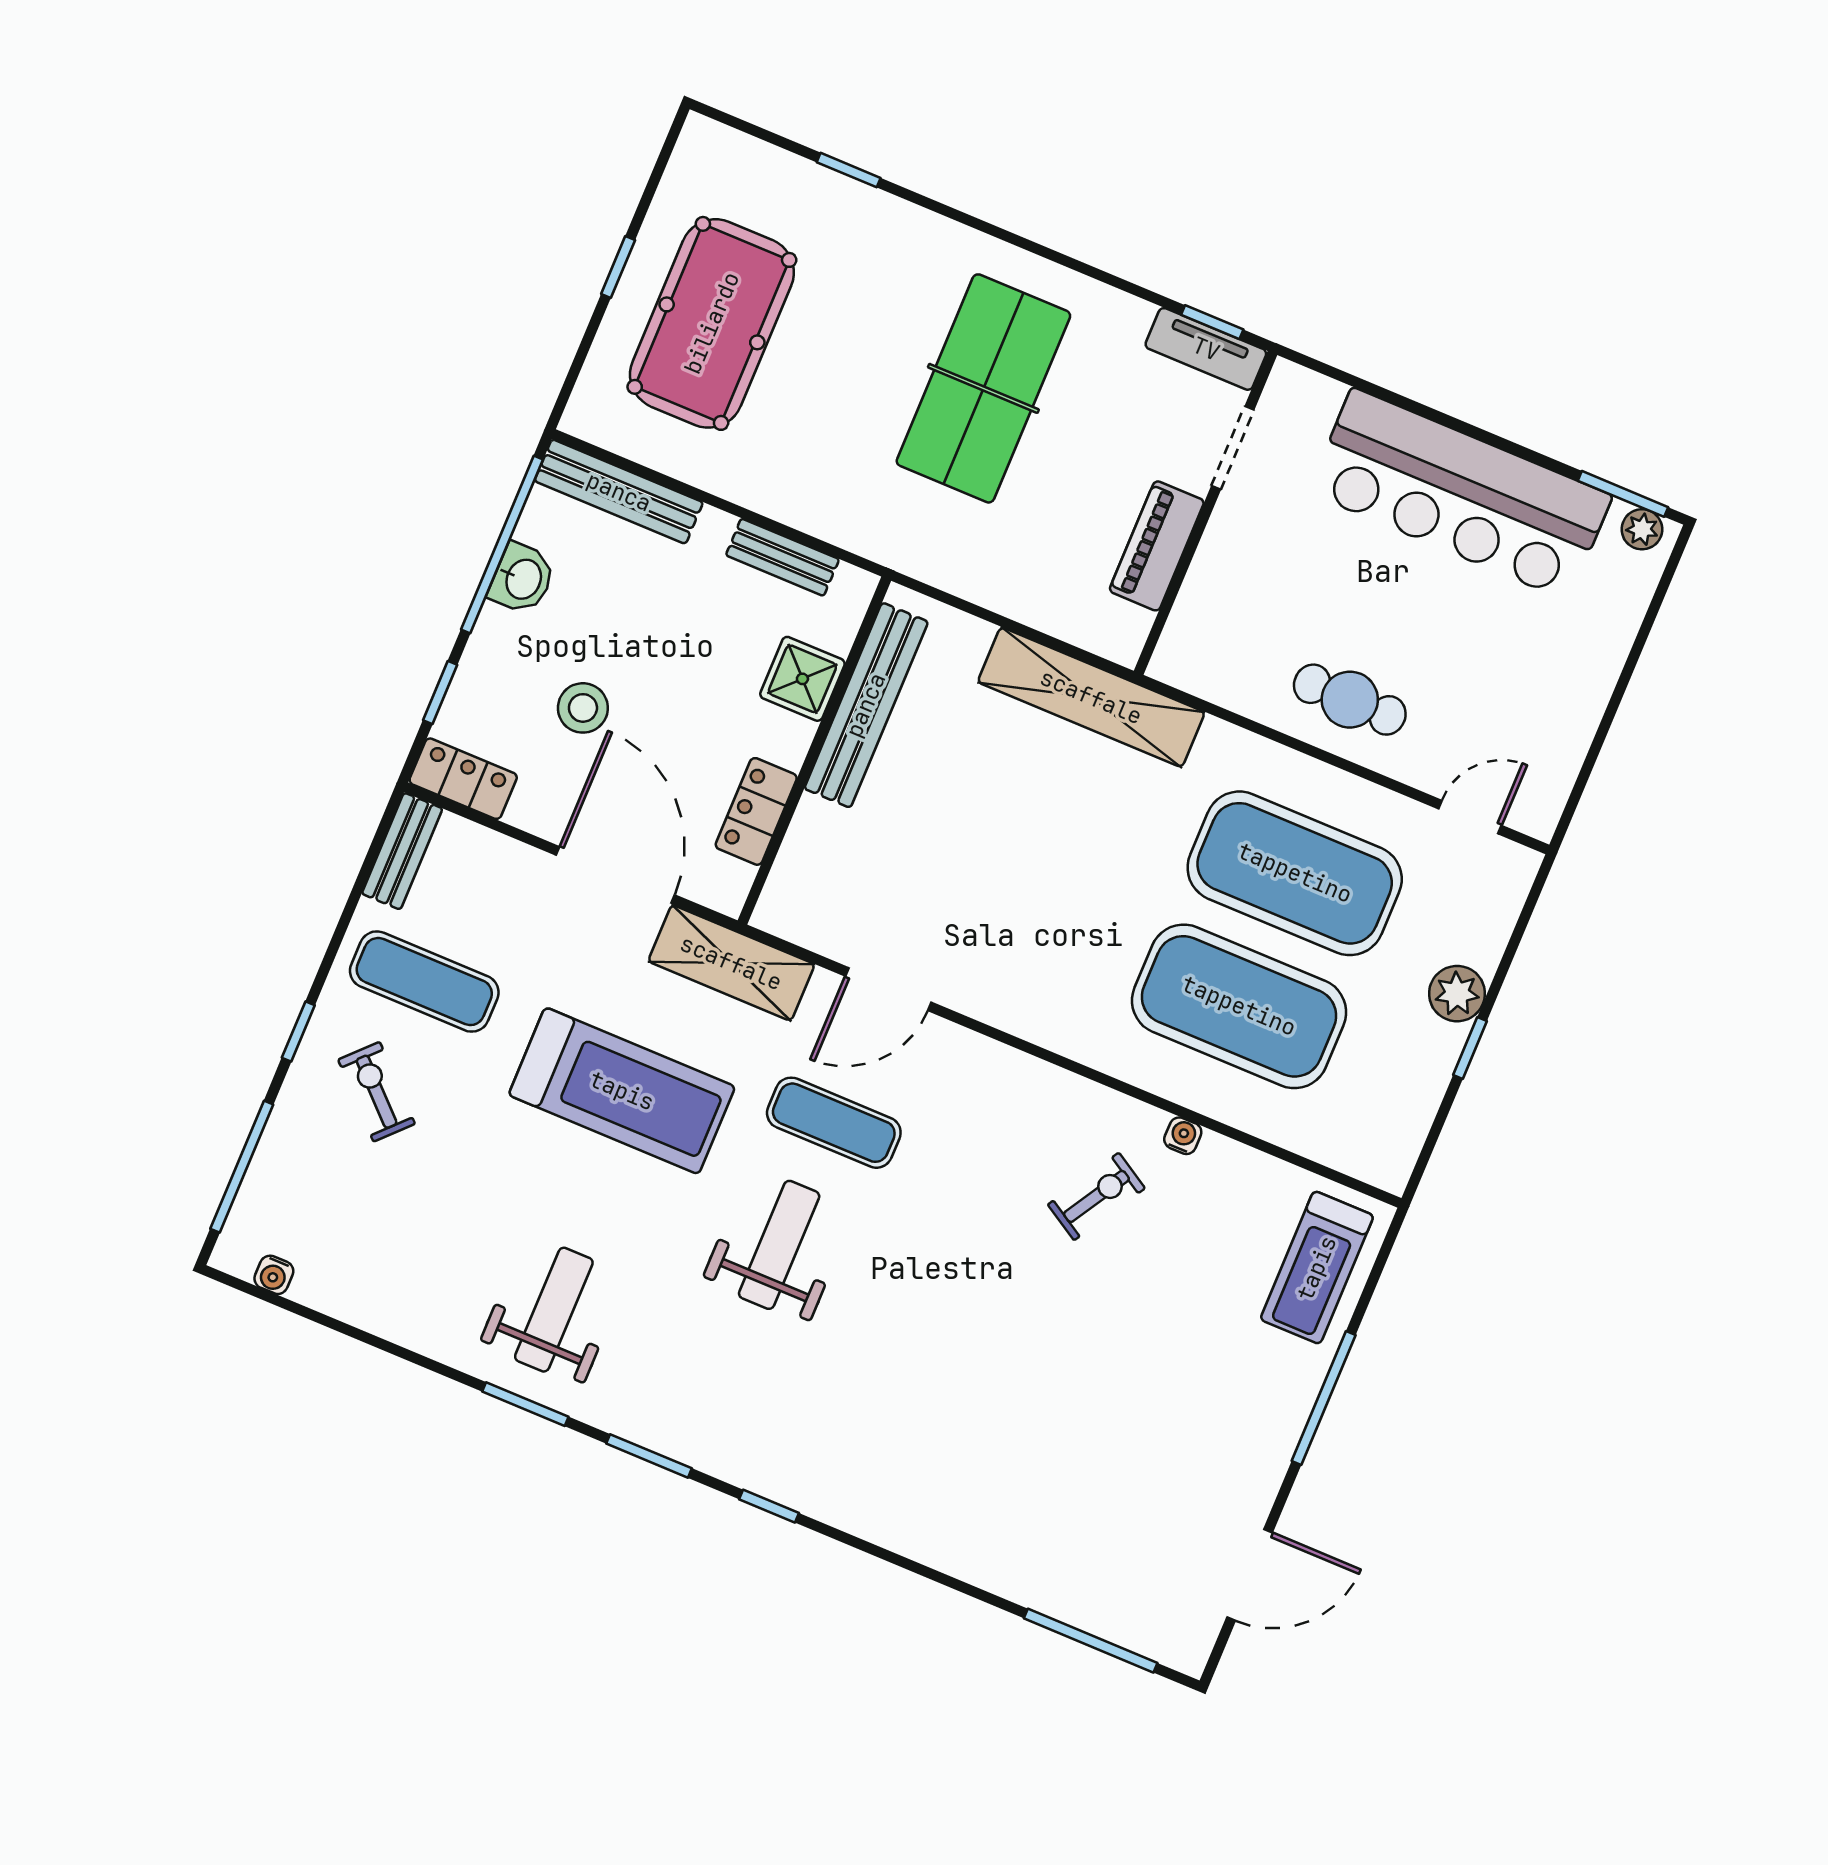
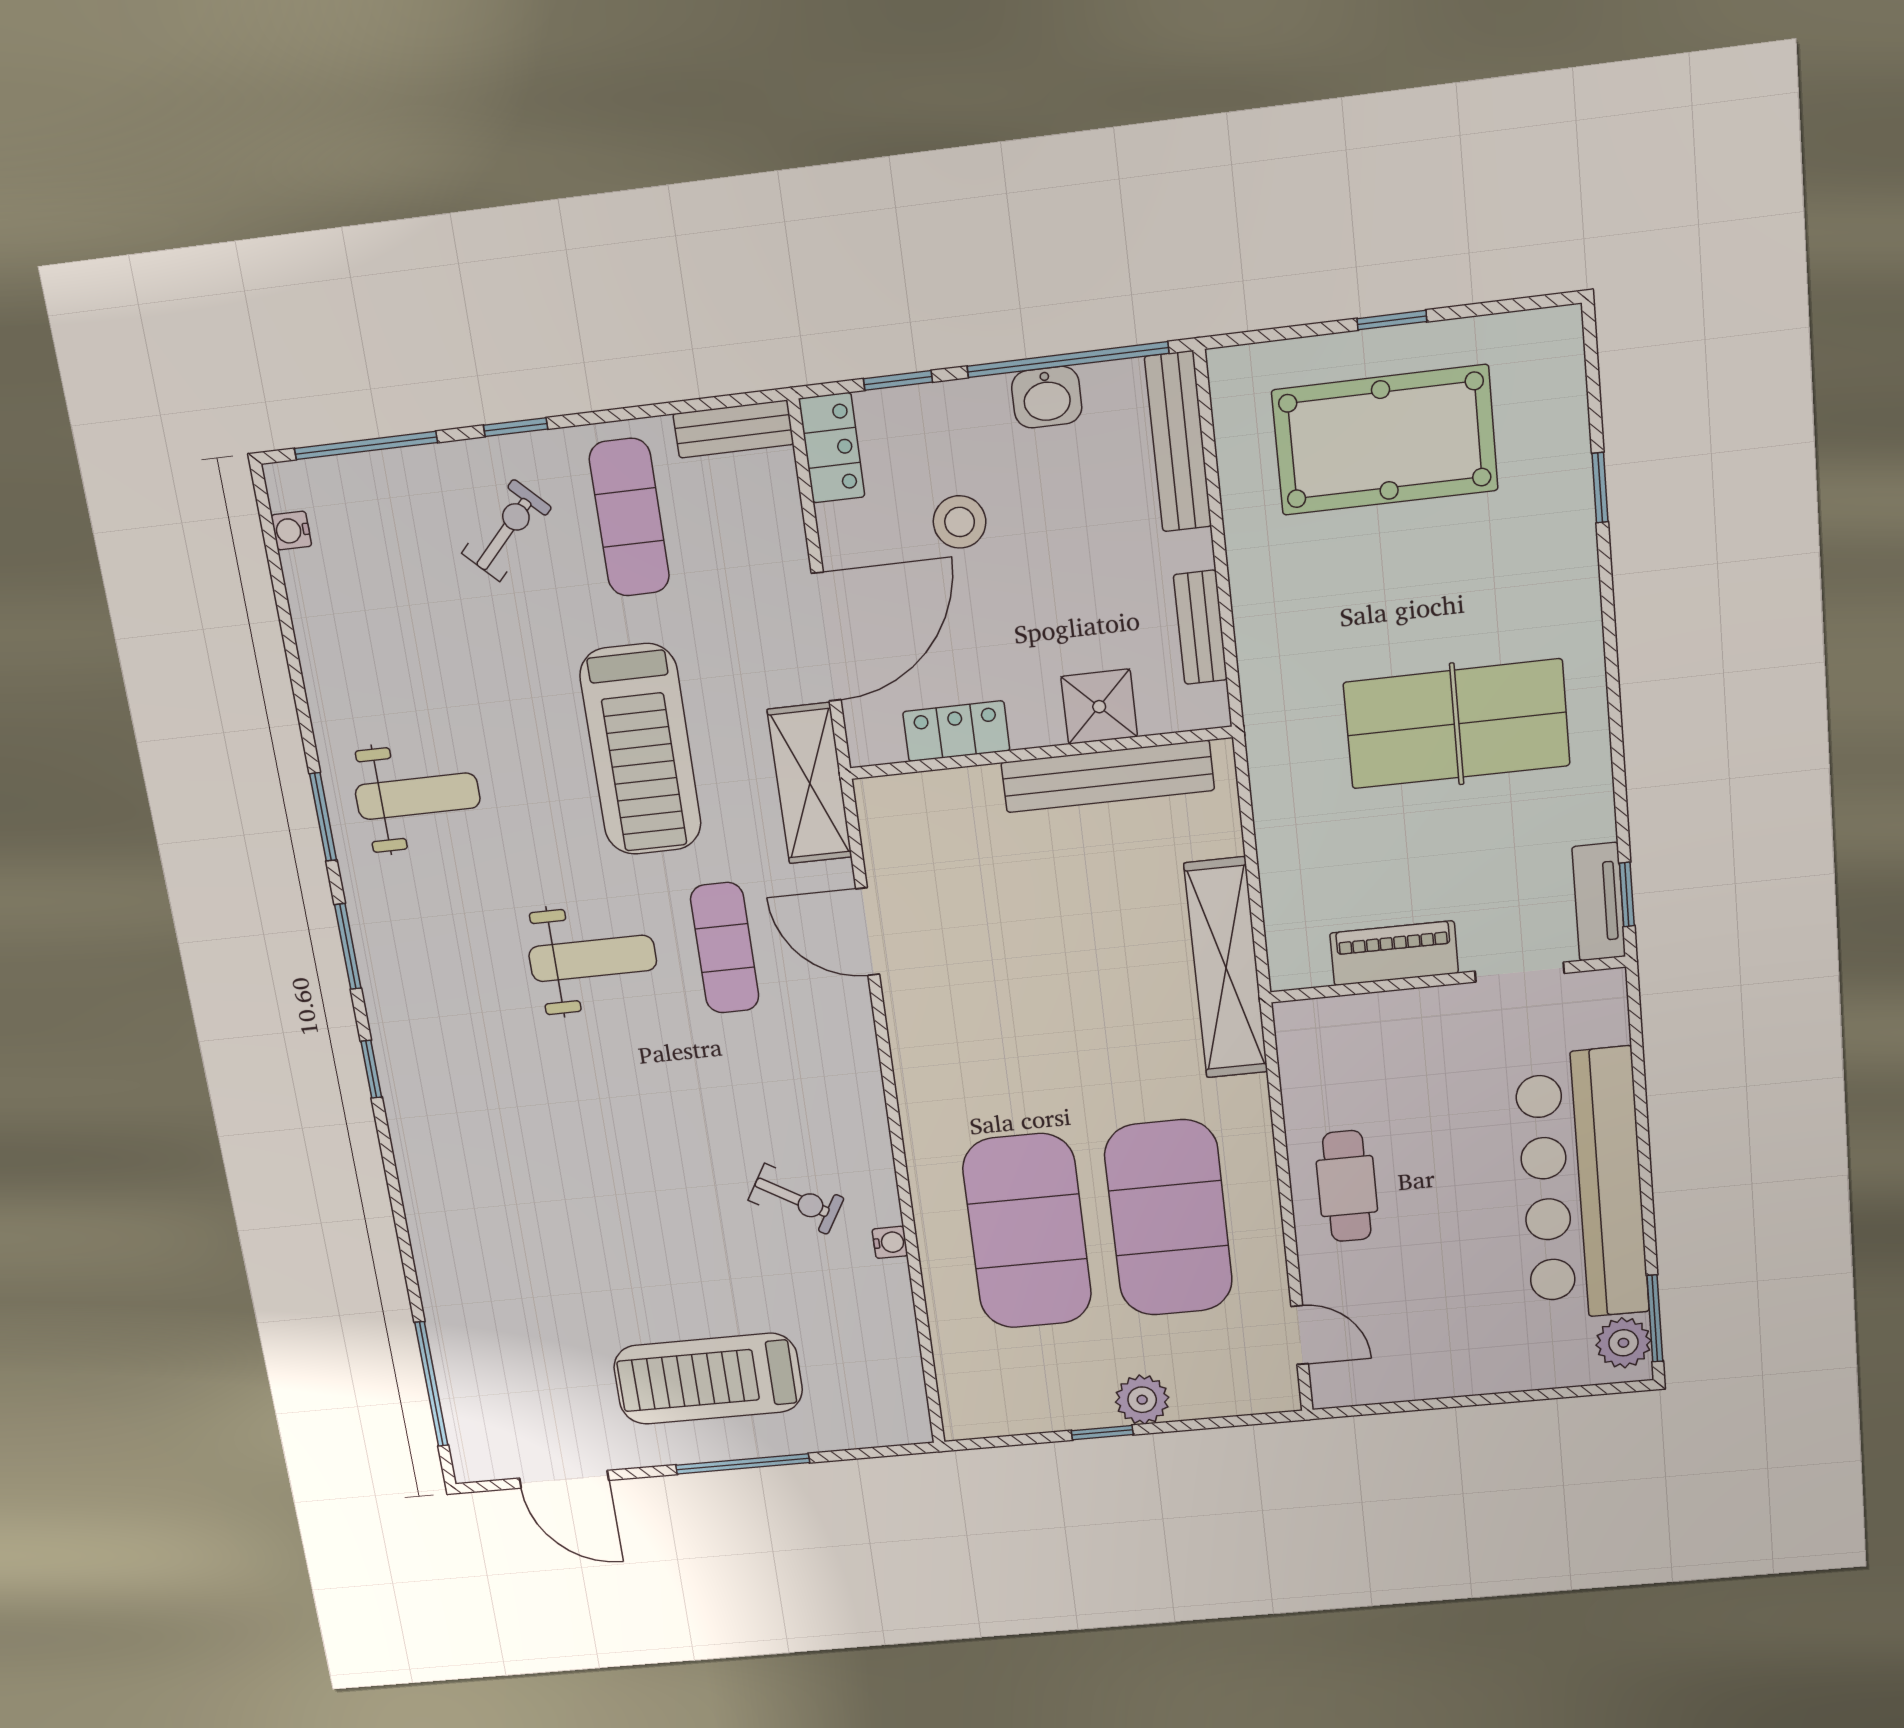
plant: (1642, 529) -> (1623, 1343), width x1.38, depth x1.38
treadmill: (1317, 1268) -> (708, 1379), moved, width x1.37, depth x1.38

